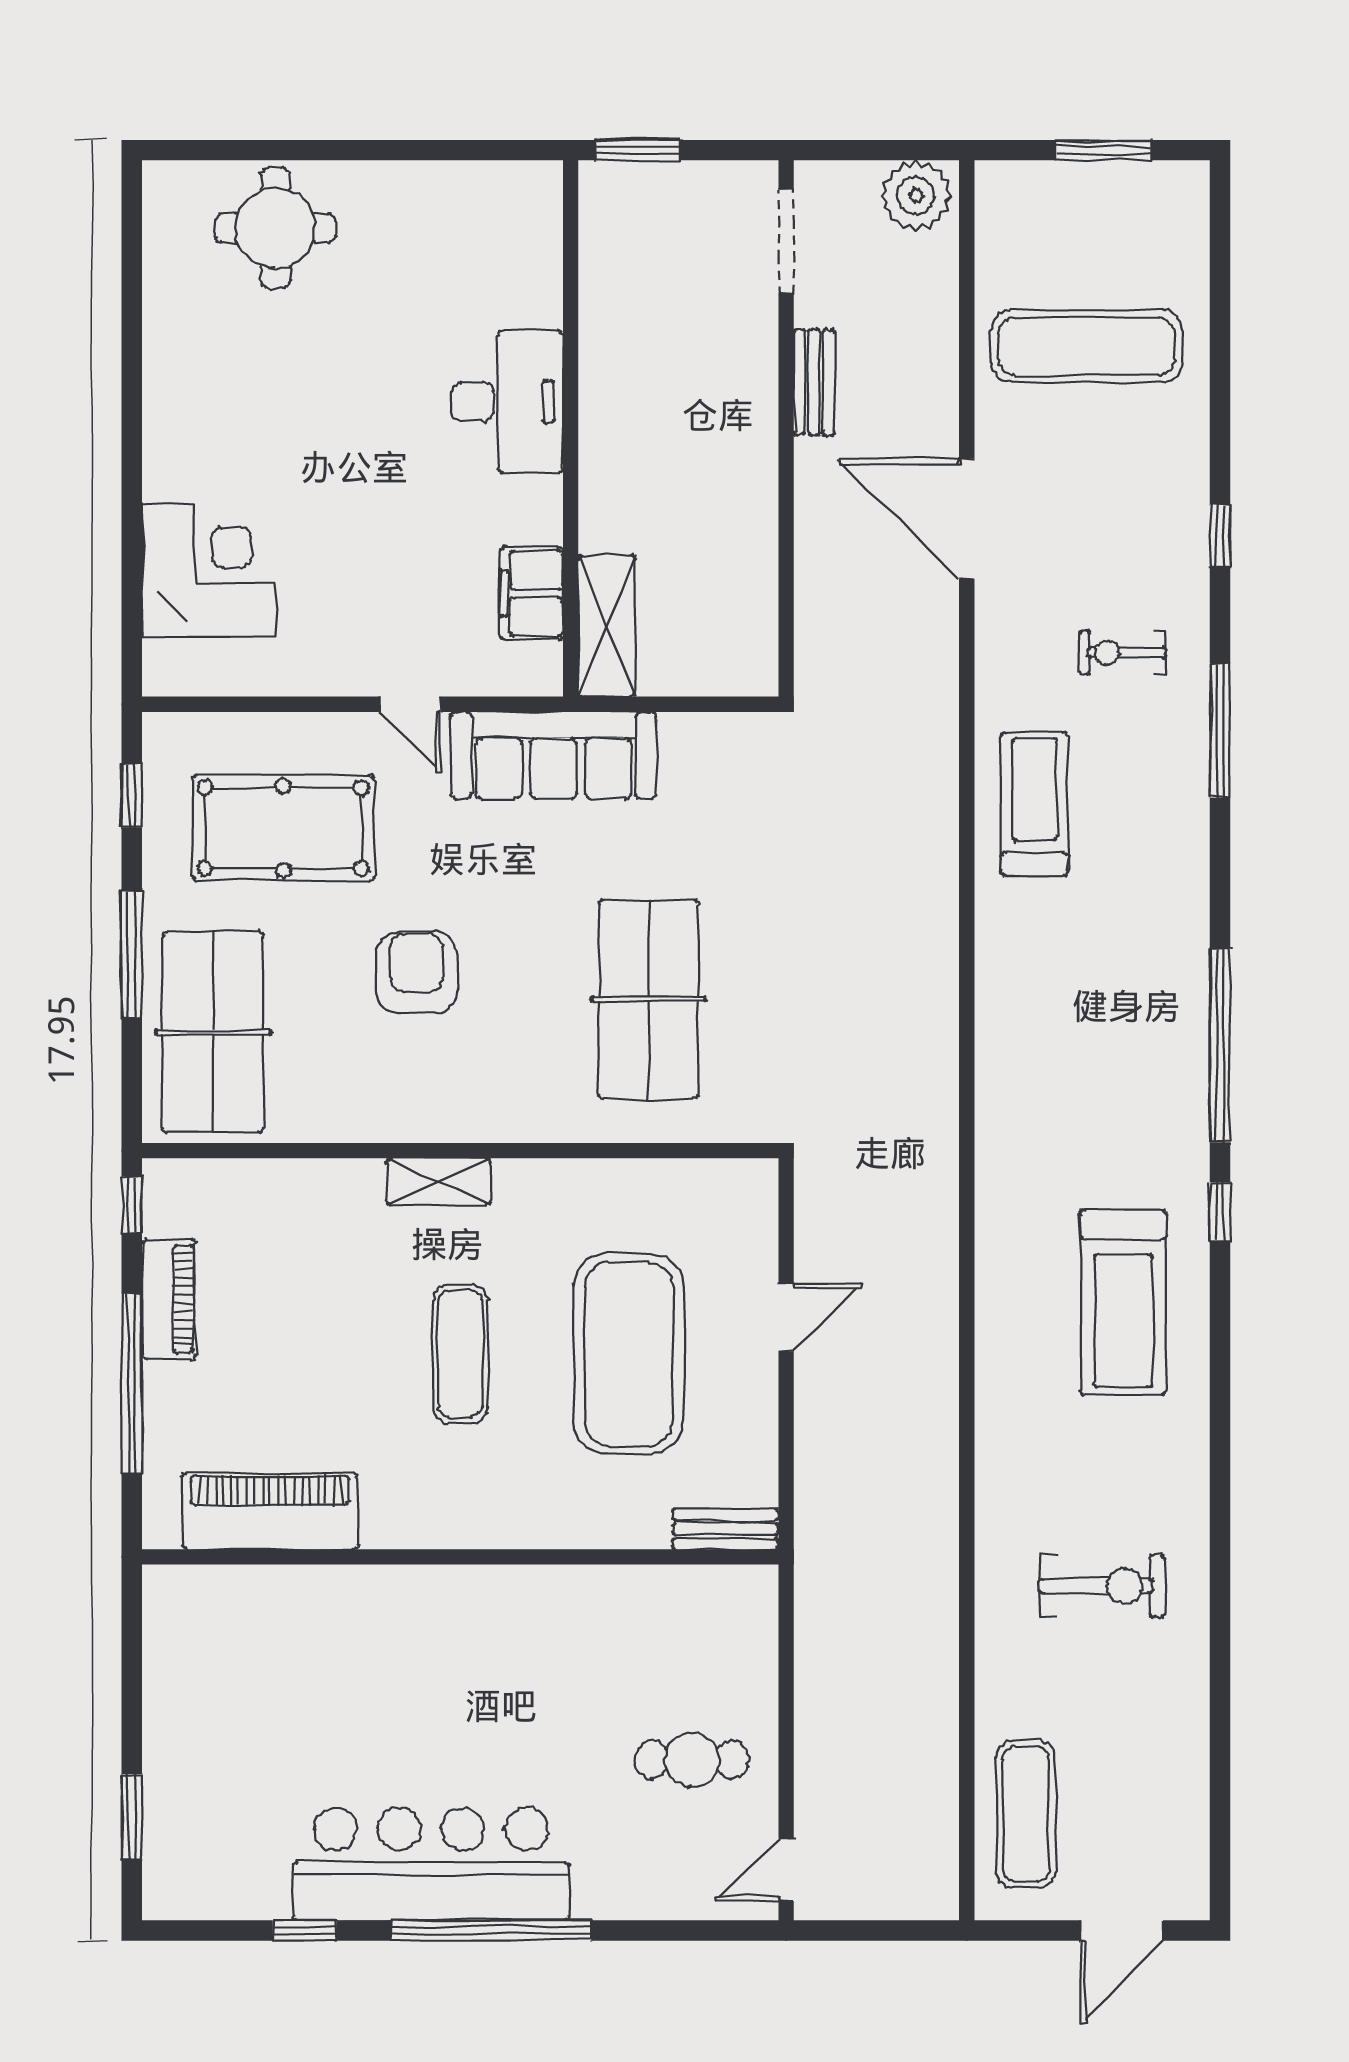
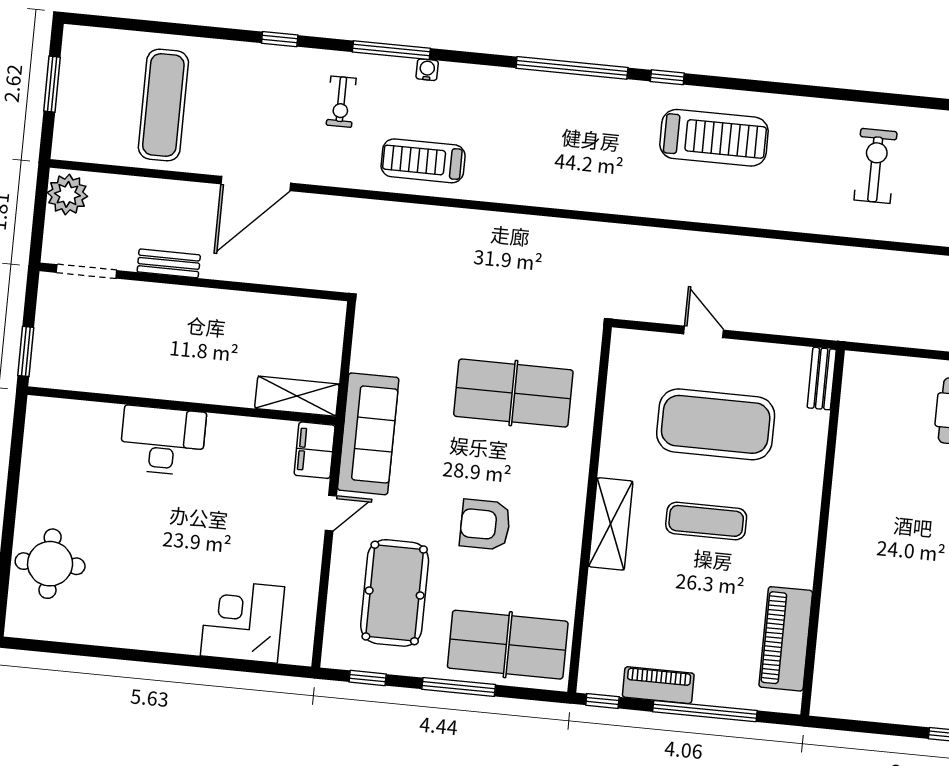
filing cabinet: (532, 593) -> (315, 450), moved, turned 90
water cooler: (1192, 795) -> (427, 70), added
shelving: (439, 1182) -> (611, 524), width x1.50, depth x1.33

